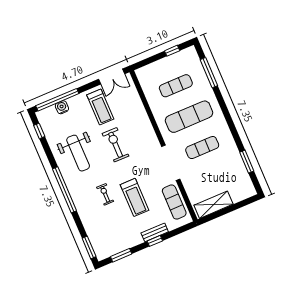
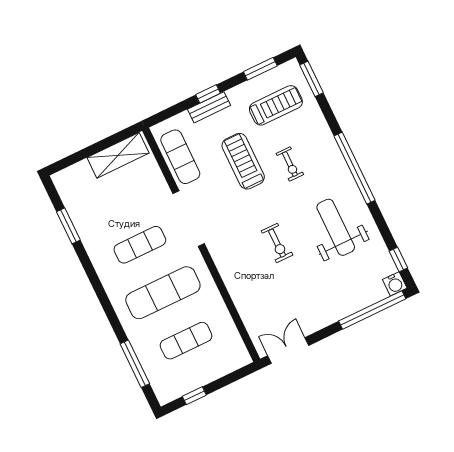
water cooler: (62, 107) -> (395, 284), moved
treadmill: (100, 107) -> (276, 105), moved, turned 90
exercise bike: (116, 145) -> (277, 243), width x0.73, depth x0.72

